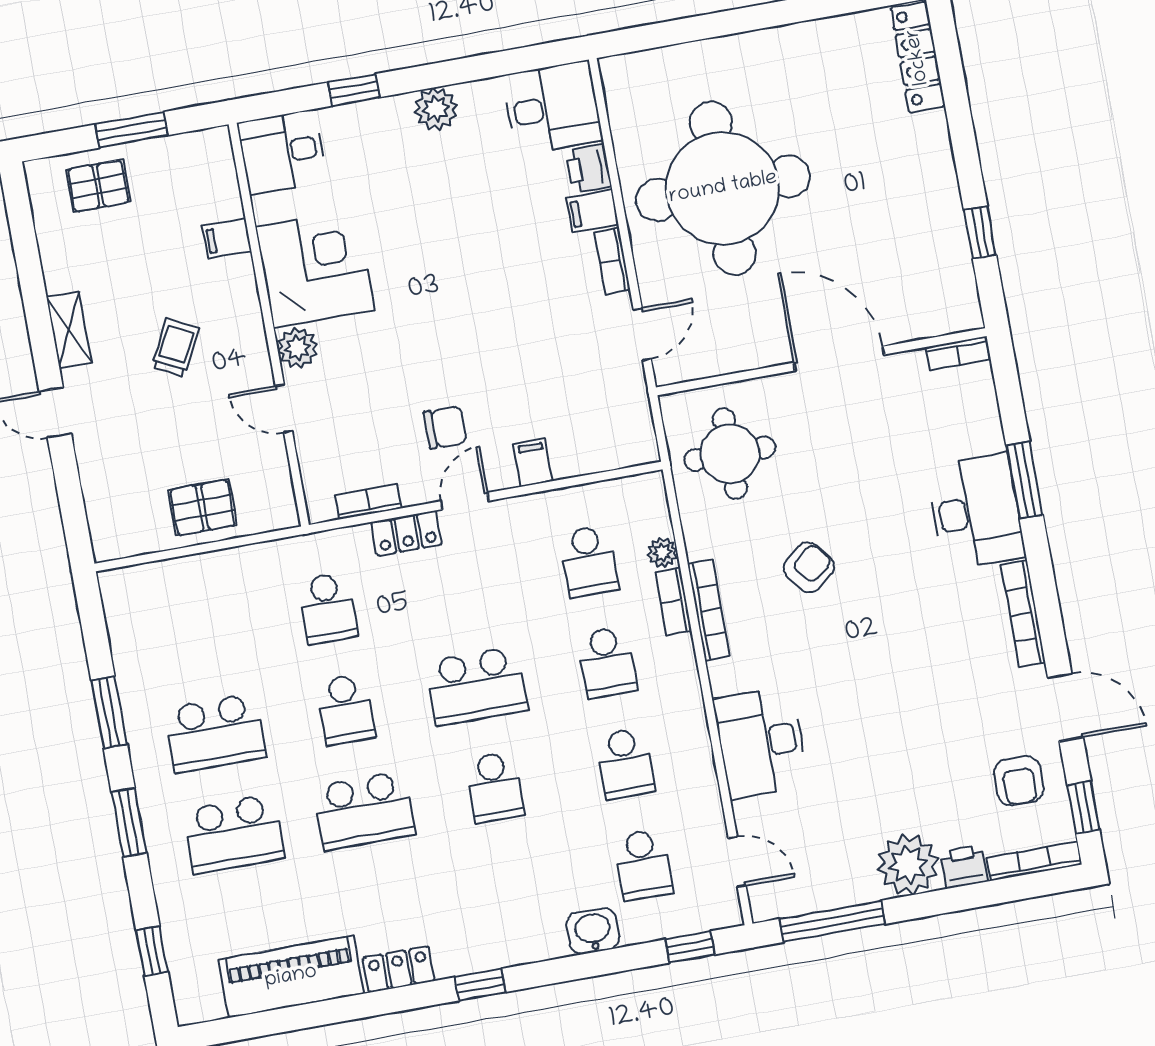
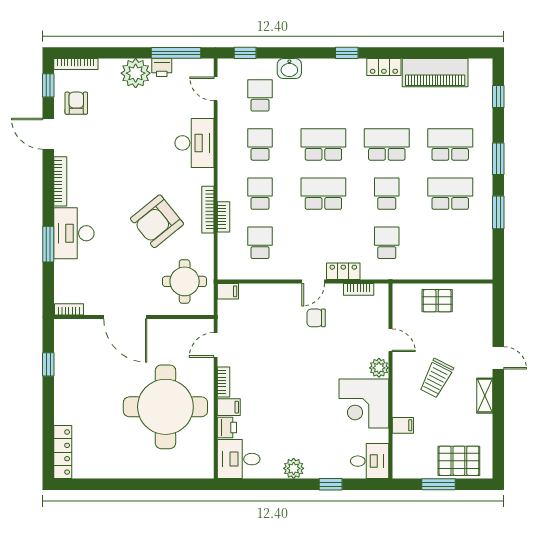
pallet: (98, 186) -> (459, 461), width x1.50, depth x1.42
trolley: (175, 348) -> (436, 378), width x1.36, depth x1.39
filing cabinet: (533, 463) -> (228, 291), moved, turned -90
plant: (662, 552) -> (225, 241), removed
armchair: (809, 567) -> (157, 221), width x1.88, depth x1.88
school desk: (495, 787) -> (323, 145), width x1.85
printer: (964, 867) -> (162, 68), moved

